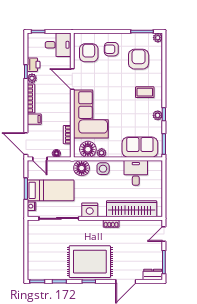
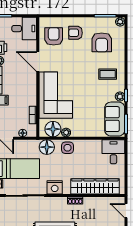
armchair: (139, 59) -> (102, 42), turned 180
sofa: (140, 147) -> (115, 119), moved, turned -90
desk: (136, 173) -> (113, 152), moved
door: (164, 234) -> (126, 211), hinge flipped

